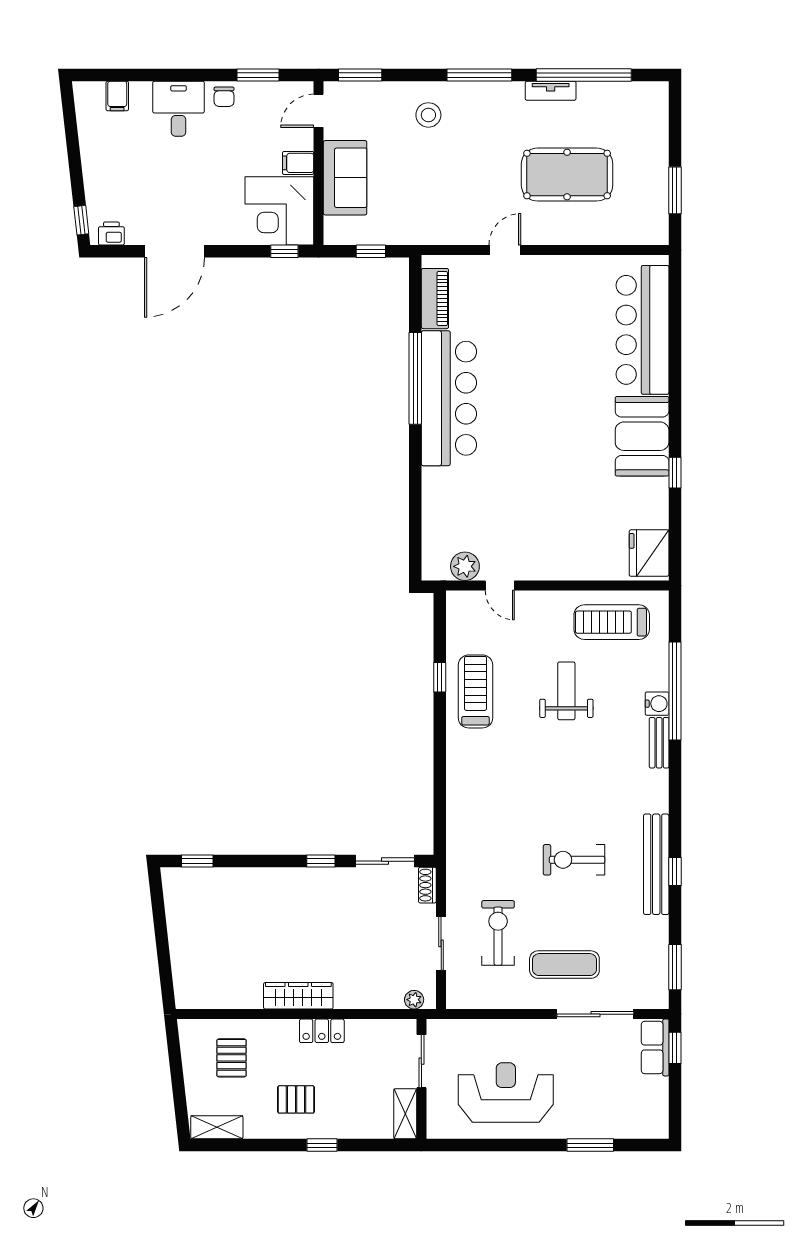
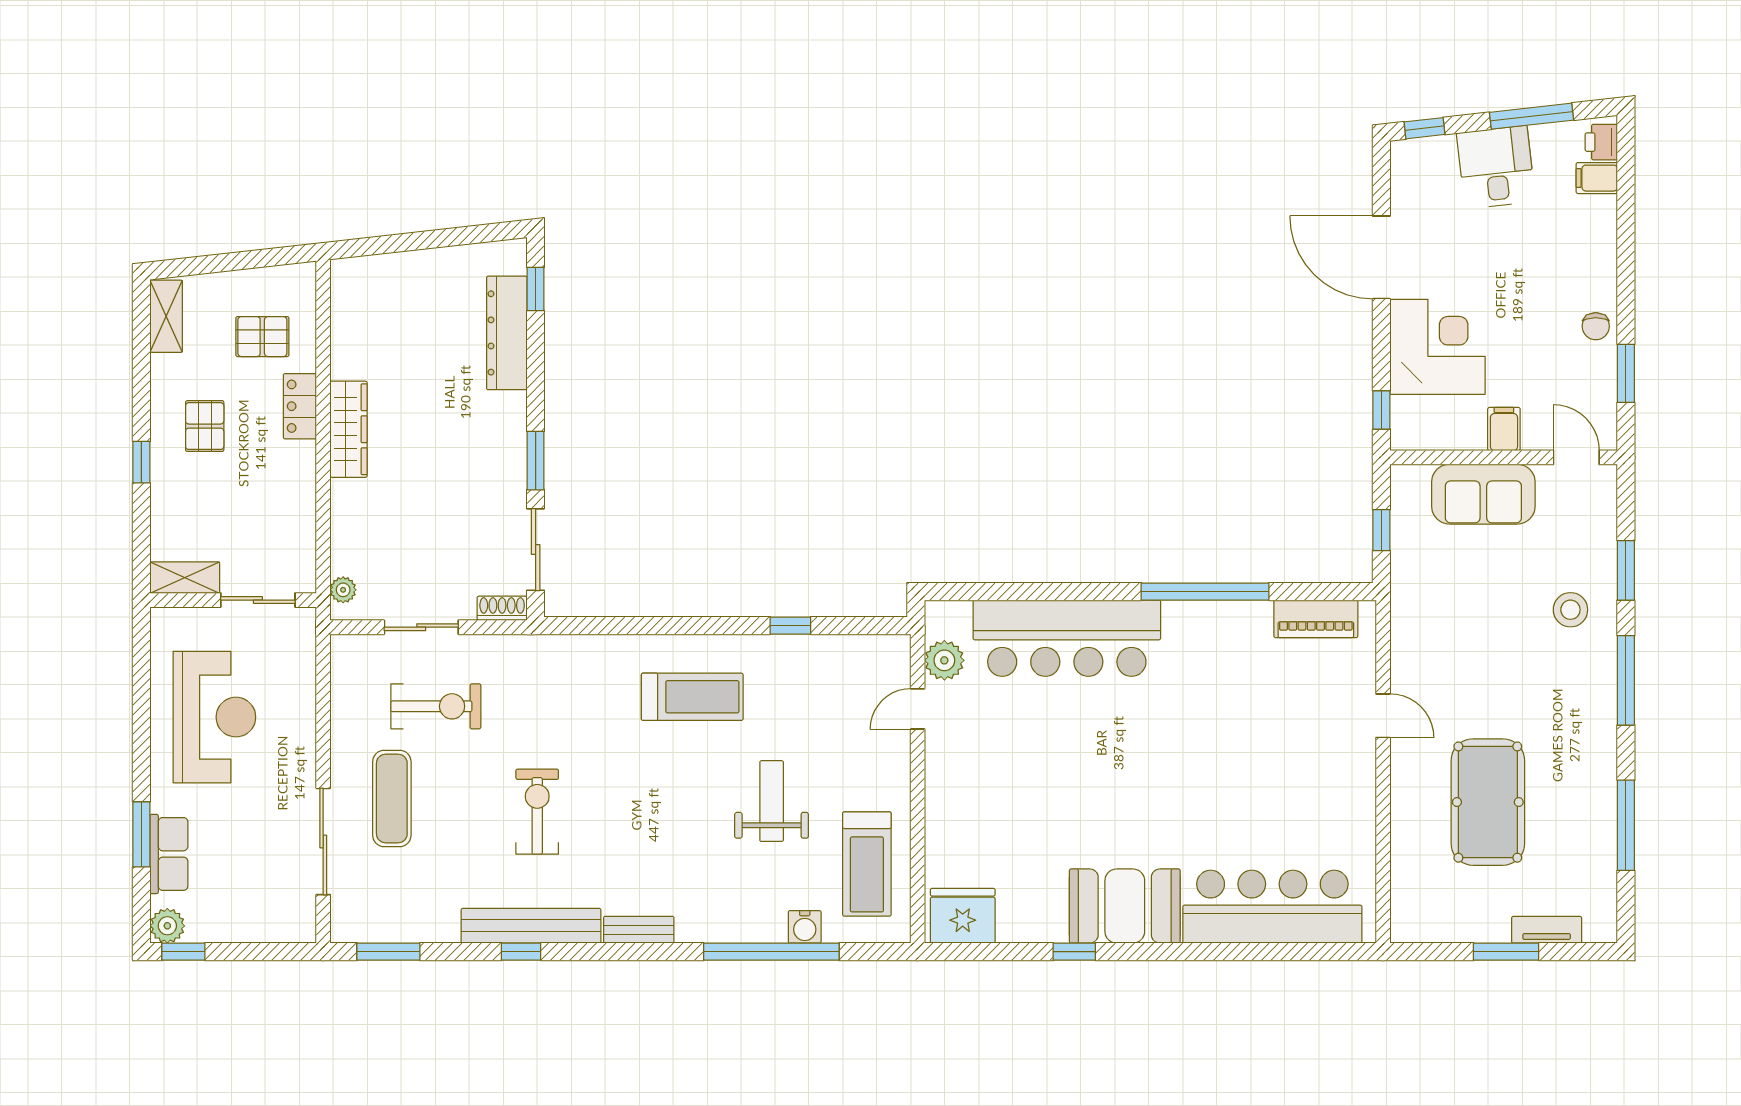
window: (360, 75) -> (1626, 570), moved
window: (584, 75) -> (1626, 825), width x0.68
tv unit: (551, 91) -> (1547, 930), moved, turned 90
chair: (224, 97) -> (1596, 326), turned -90
desk: (178, 109) -> (1496, 167), moved, turned -96
window: (73, 143) -> (1532, 116), added
window: (675, 190) -> (1506, 952), moved
corner desk: (279, 211) -> (1437, 347), moved, turned 90
printer: (111, 234) -> (1601, 142), moved, turned 180
bar counter: (449, 398) -> (1067, 638), moved
treadmill: (612, 622) -> (867, 864), turned 180
treadmill: (476, 691) -> (692, 697), moved
weight bench: (566, 691) -> (772, 801), turned -90
water cooler: (657, 704) -> (805, 927), moved
bench: (659, 743) -> (639, 930), moved
window: (321, 861) -> (536, 461), width x1.50
dresser: (229, 882) -> (507, 333), added
locker: (322, 1031) -> (300, 406), moved
row of seats: (655, 1048) -> (169, 854), moved, turned 90
window: (675, 1048) -> (183, 952), moved
plant: (656, 1126) -> (167, 926), added

